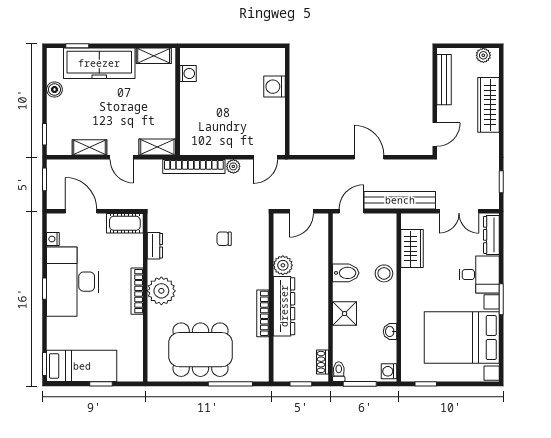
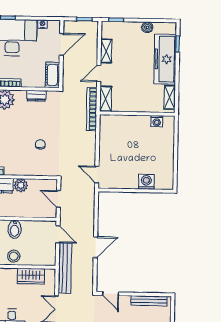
plant: (233, 166) -> (91, 152), removed
bookcase: (194, 167) -> (92, 109), moved

